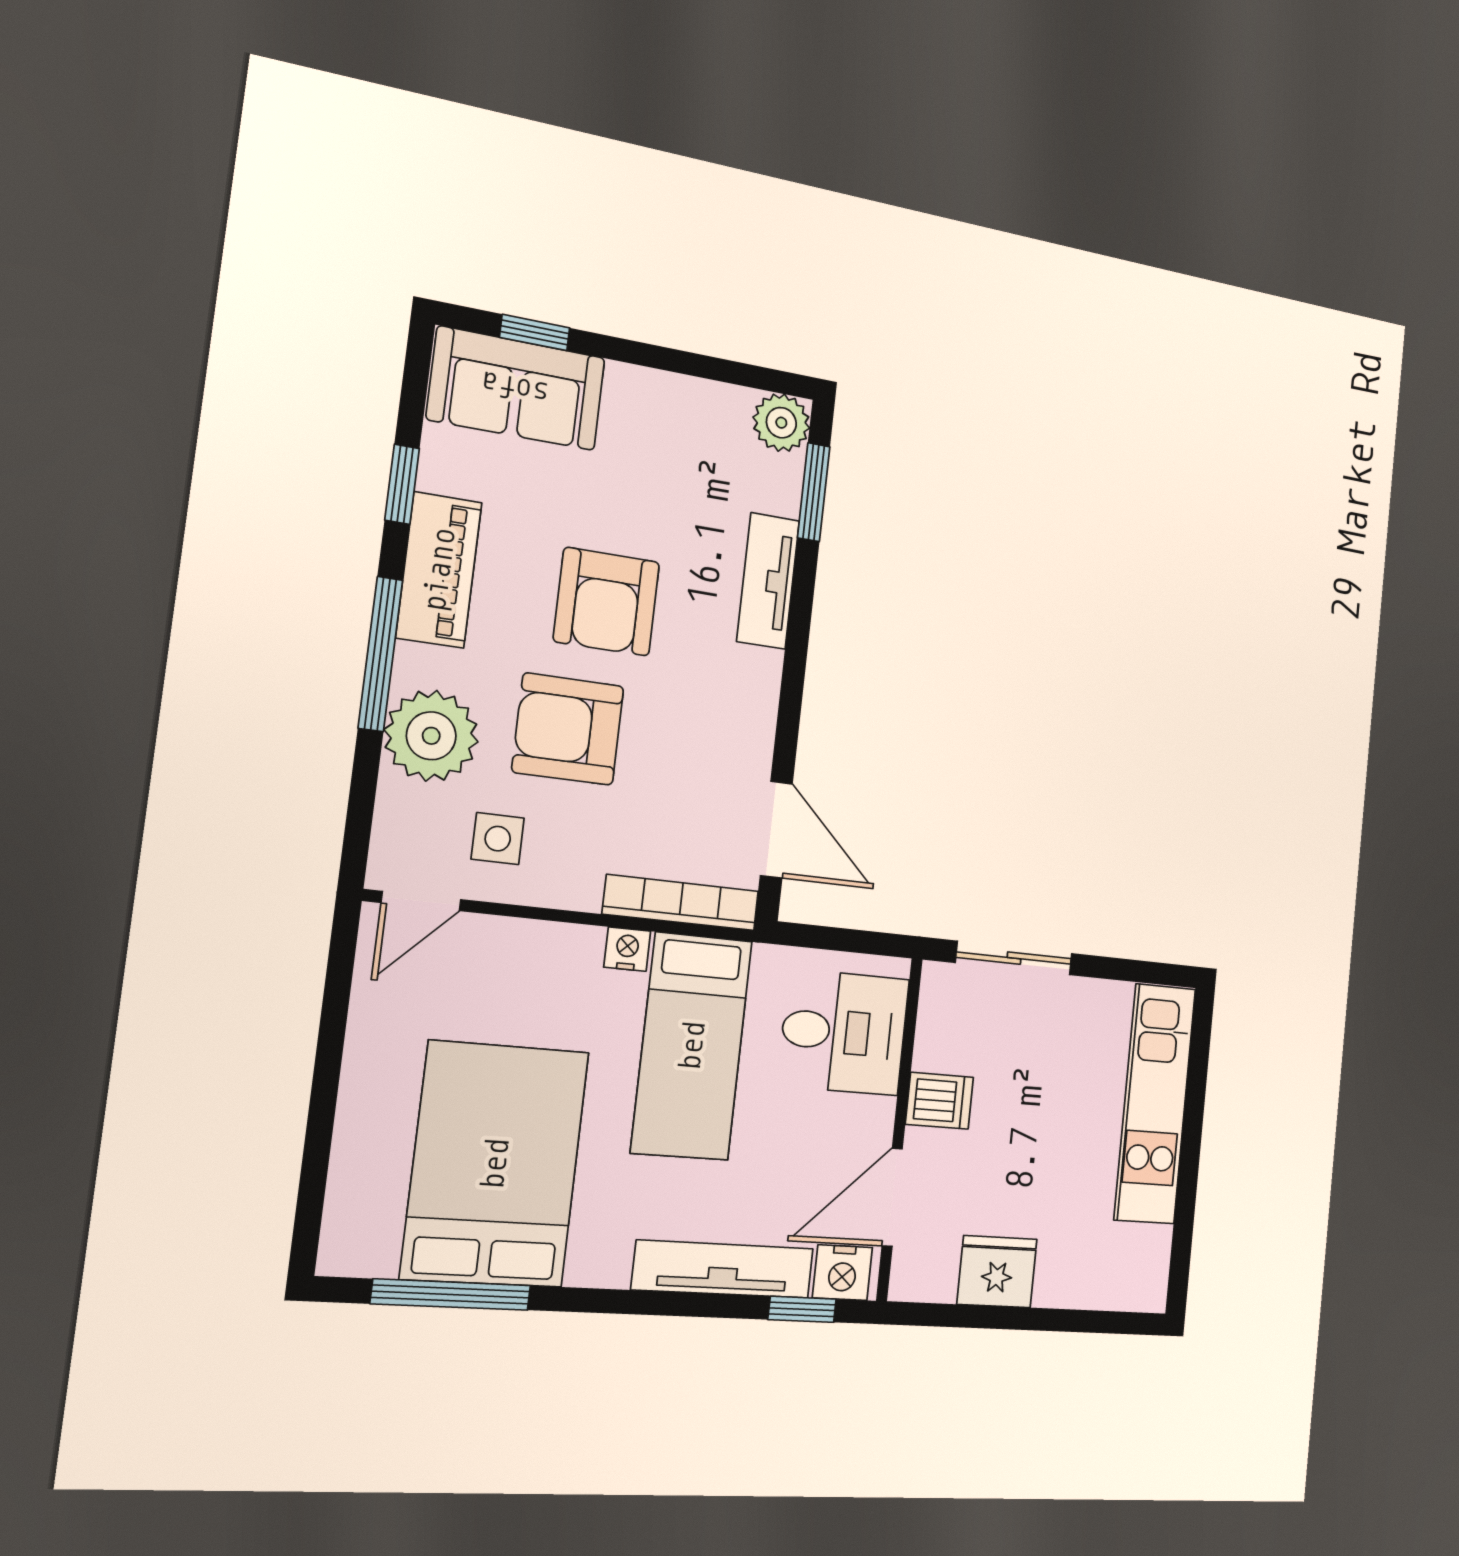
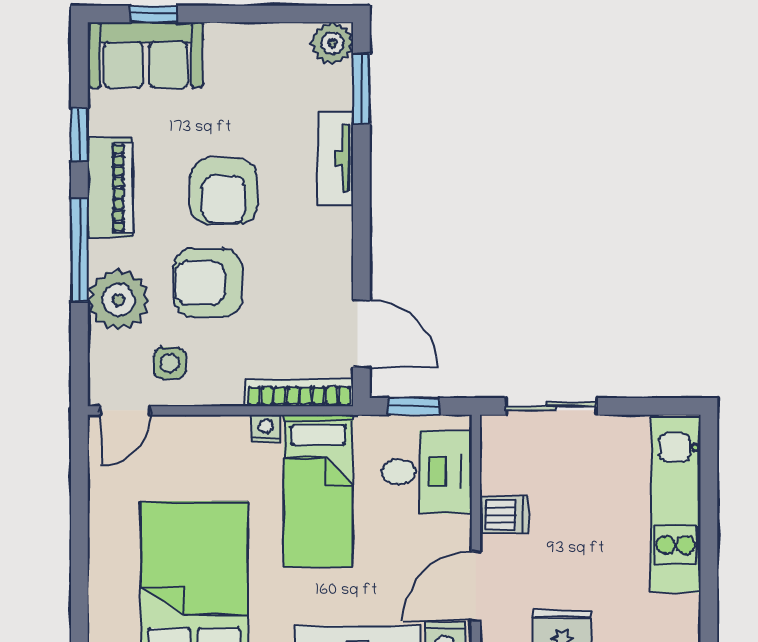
window: (836, 939) -> (414, 406), added

